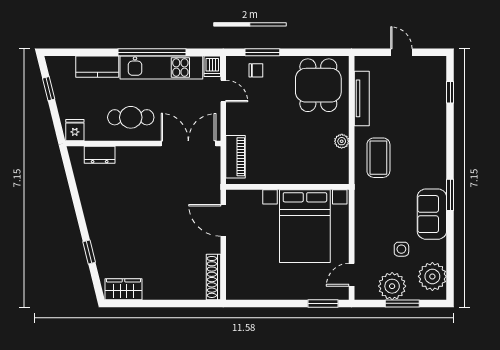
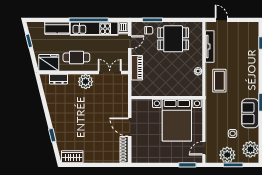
door: (401, 52) -> (221, 20), moved
dining table: (318, 85) -> (173, 39), moved, turned 90
door: (223, 91) -> (130, 42), hinge flipped
fridge: (75, 130) -> (49, 63), width x1.88, depth x1.34
double door: (188, 144) -> (110, 73), width x0.73
piano: (236, 157) -> (137, 68), moved
plant: (147, 159) -> (86, 82), added
door: (223, 220) -> (130, 127), moved

